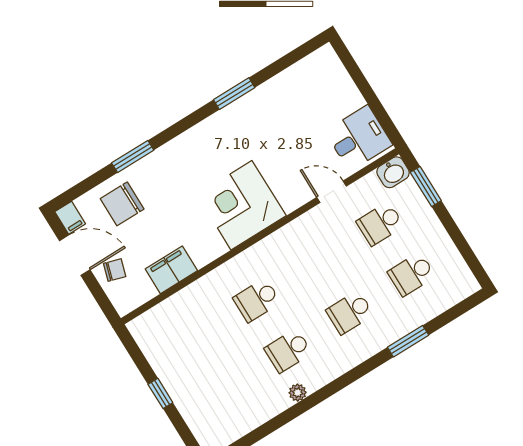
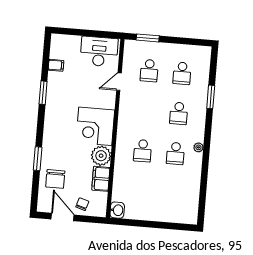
desk: (359, 138) -> (99, 52), width x1.37
washbasin: (393, 172) -> (117, 210), moved
filing cabinet: (70, 218) -> (56, 65), moved
plant: (205, 245) -> (101, 156), added
door: (75, 255) -> (63, 217), hinge flipped
window: (160, 393) -> (152, 224), removed
plant: (298, 393) -> (198, 147), moved

